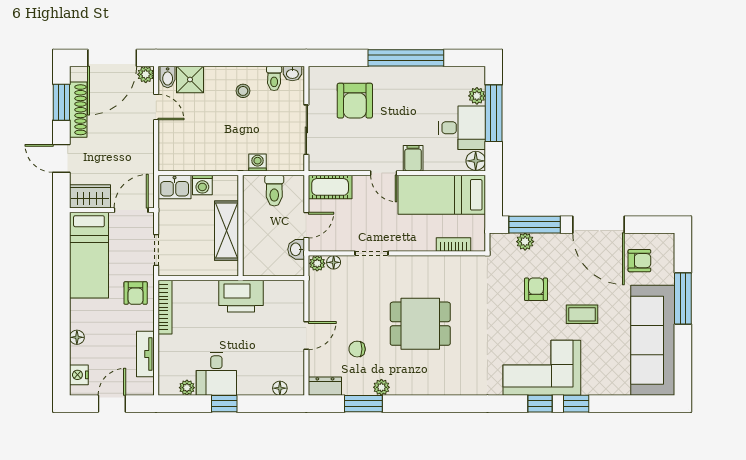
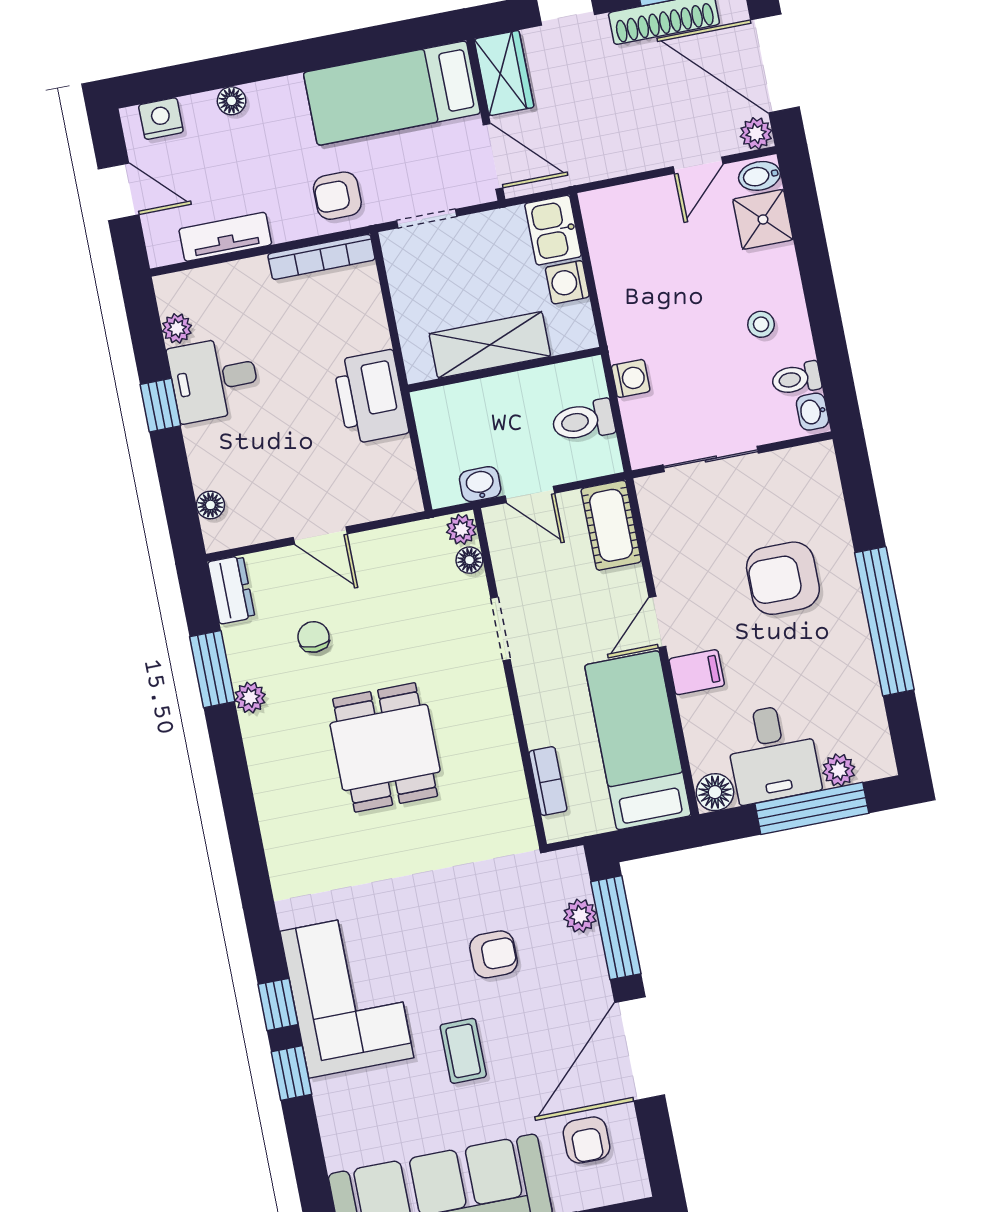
armchair: (355, 101) -> (783, 578), moved

